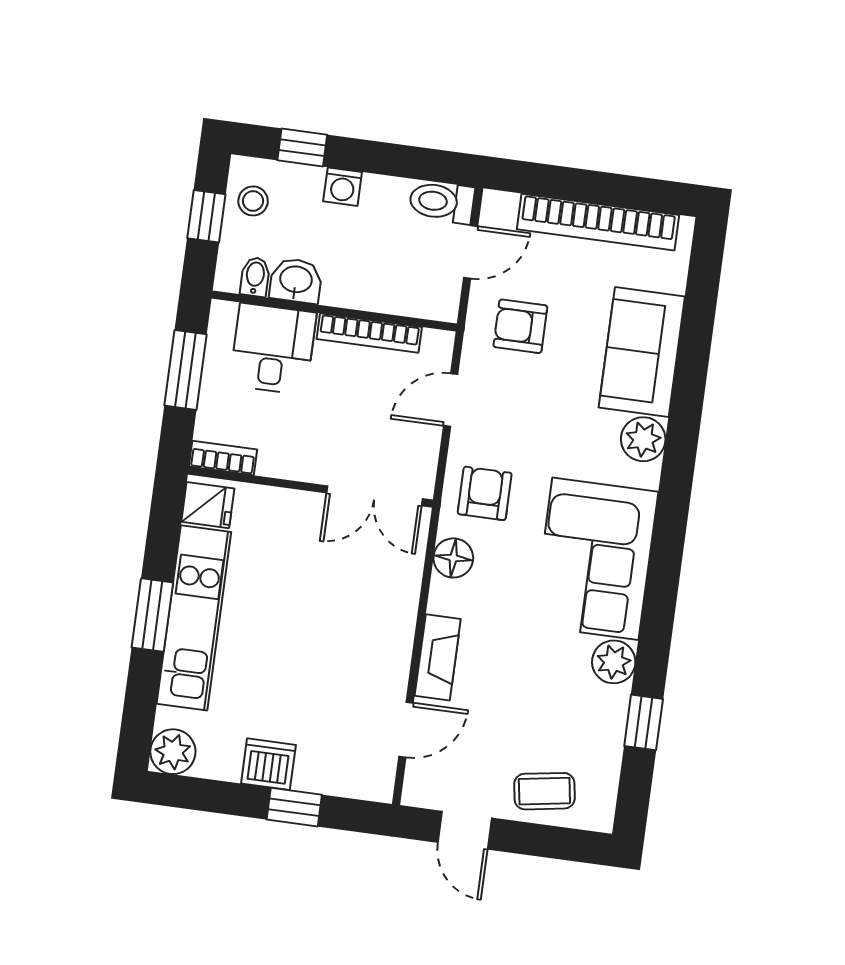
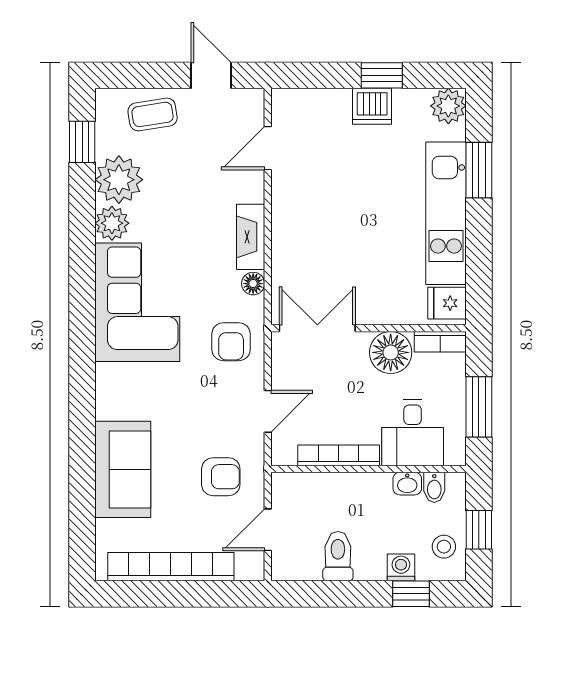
washing machine: (343, 187) -> (401, 567), moved
toilet: (442, 202) -> (338, 556), moved, turned -90
washbasin: (296, 281) -> (407, 484), width x0.72, depth x0.69
plant: (643, 439) -> (119, 180), moved, width x1.36, depth x1.36
floor lamp: (287, 453) -> (391, 352), added
floor lamp: (453, 558) -> (253, 284), width x0.73, depth x0.73
window: (152, 615) -> (479, 170), moved
fireplace: (438, 657) -> (251, 237), moved
window: (644, 722) -> (82, 142), moved
window: (294, 807) -> (382, 75), moved

